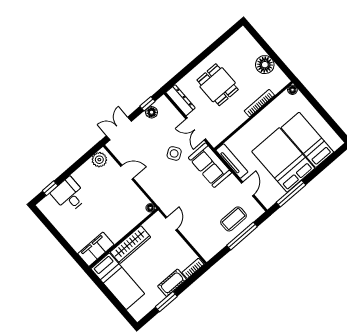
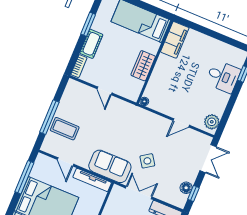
coffee table: (234, 219) -> (65, 129), turned 90
door: (171, 224) -> (105, 91), moved
wardrobe: (130, 245) -> (143, 66), width x0.67

